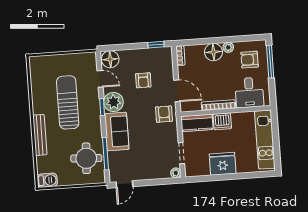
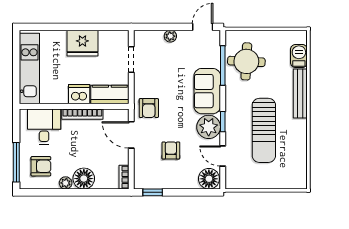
plant: (176, 173) -> (170, 36), moved
barbecue: (47, 180) -> (299, 56), moved, turned 90

